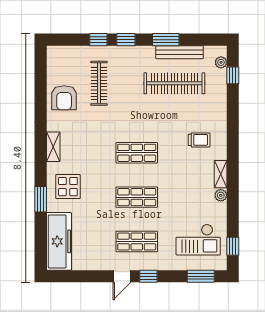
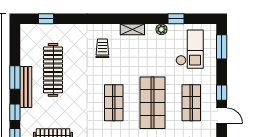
bench: (180, 52) -> (26, 87), moved
plant: (221, 62) -> (35, 29), removed
plant: (221, 195) -> (162, 29), moved
shop shelf: (137, 197) -> (152, 103), width x1.43, depth x1.36
window: (233, 246) -> (176, 19), moved

